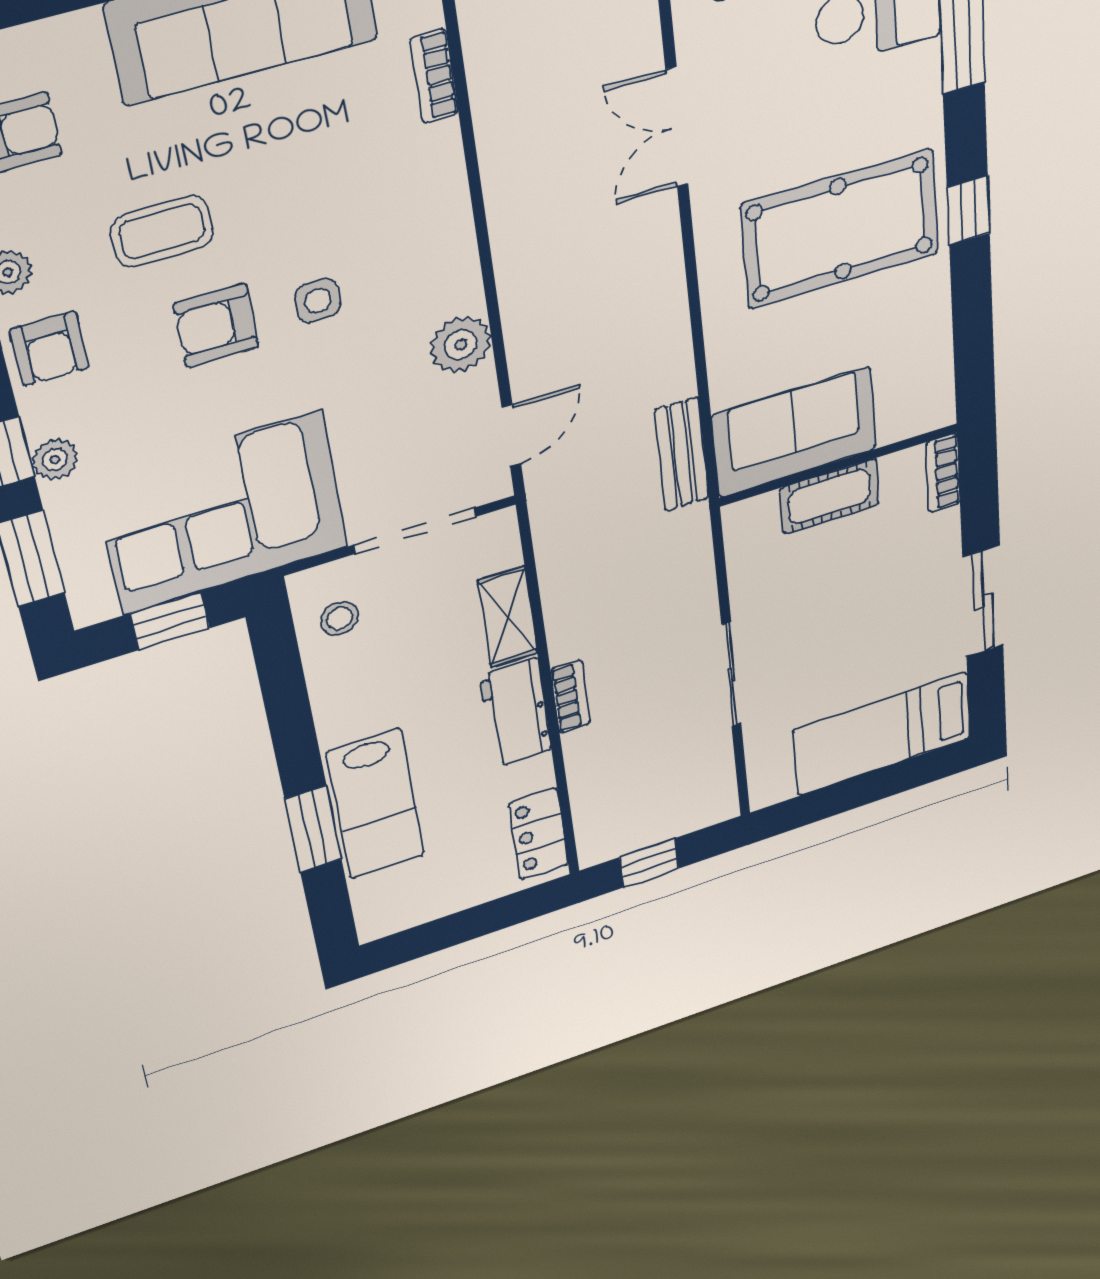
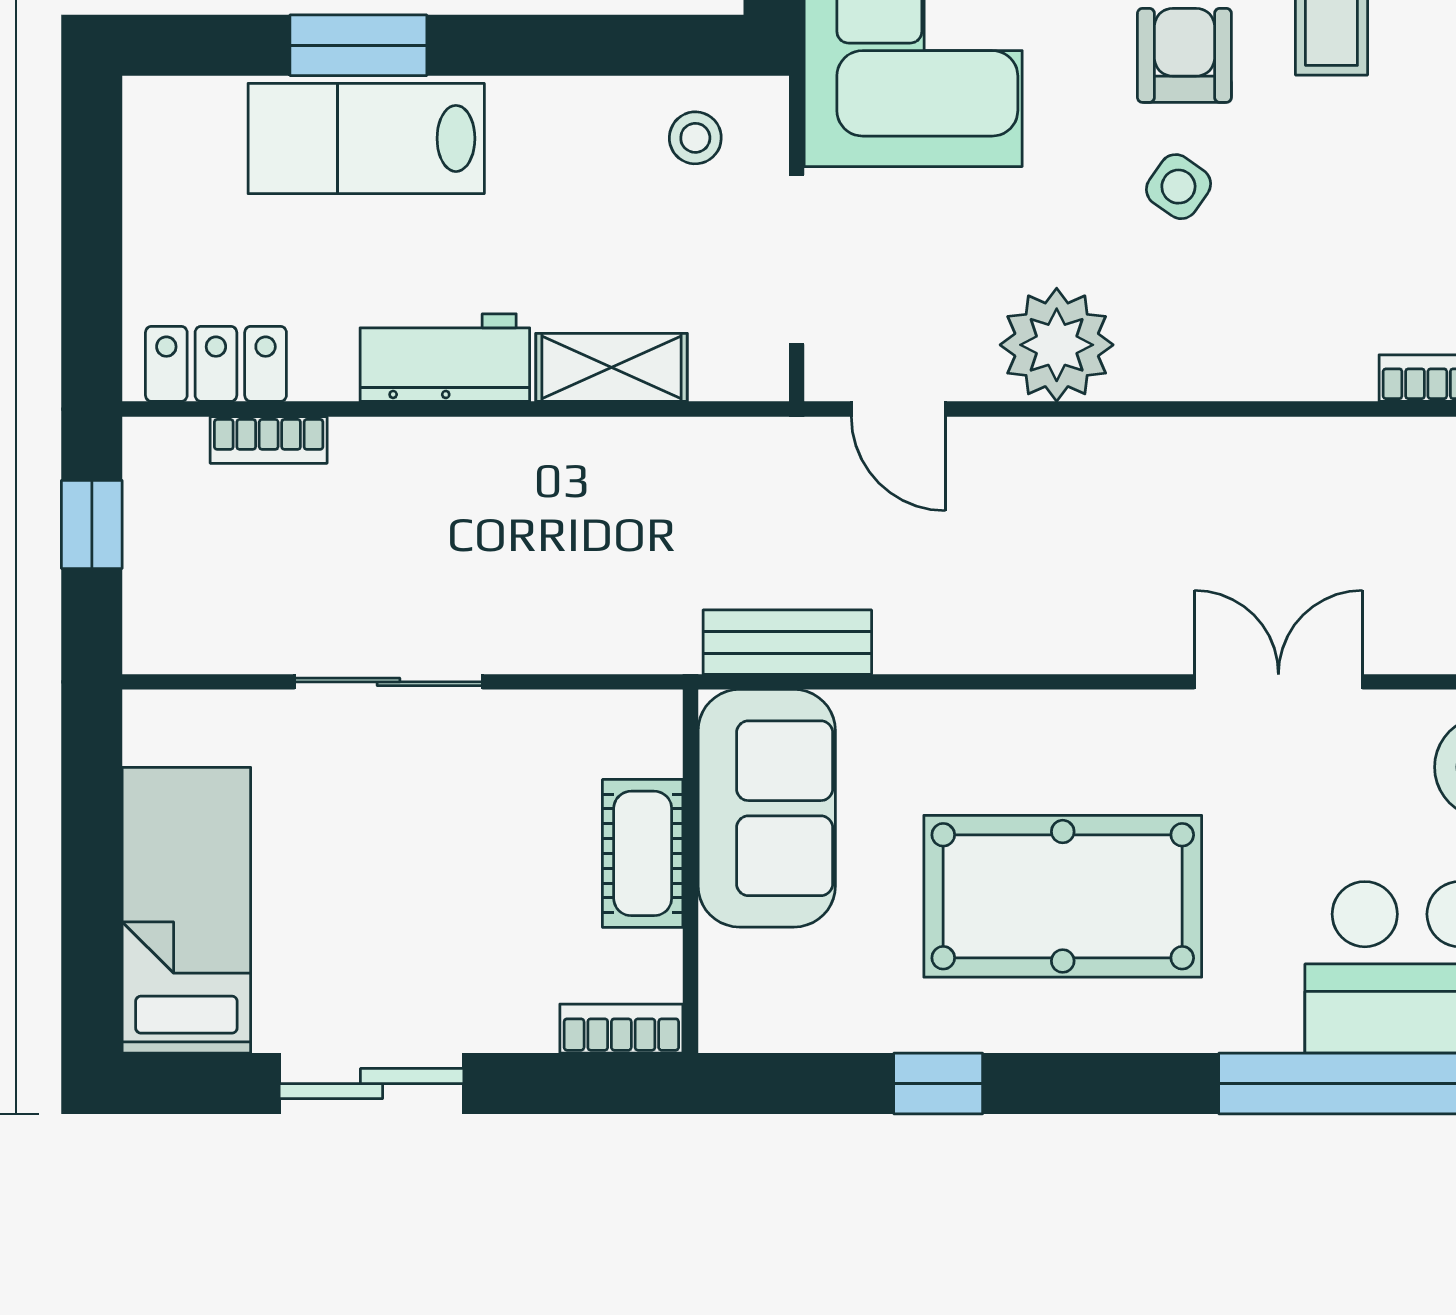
window: (968, 210) -> (938, 1084), moved
pool table: (840, 229) -> (1063, 896), turned 90
side table: (318, 301) -> (1178, 187), turned 35
plant: (461, 345) -> (1057, 345), width x1.36, depth x1.36
bookcase: (571, 696) -> (269, 440), moved

